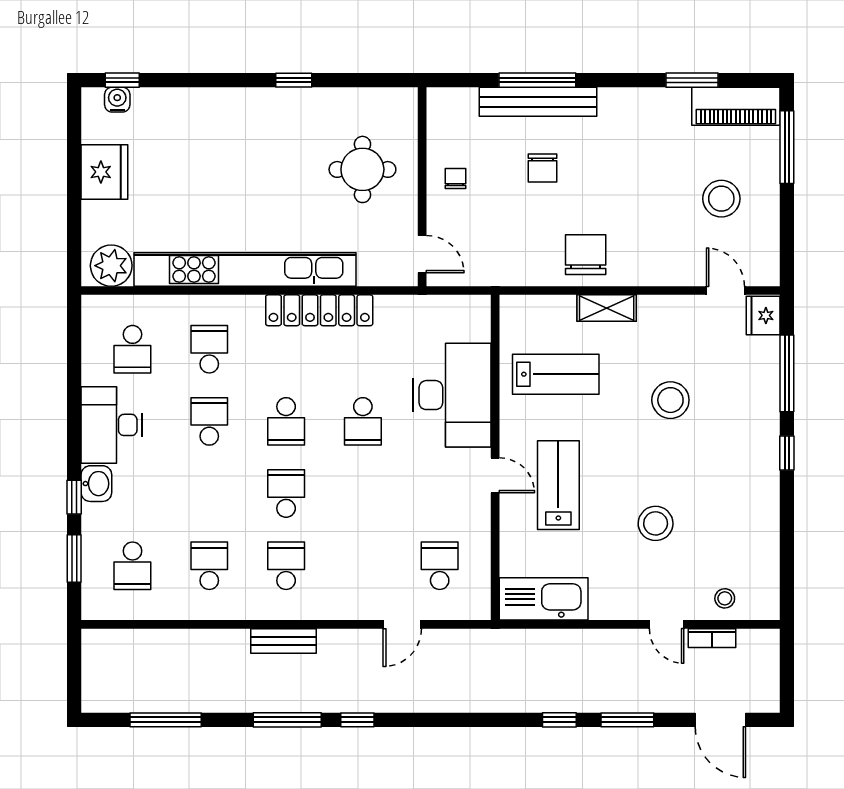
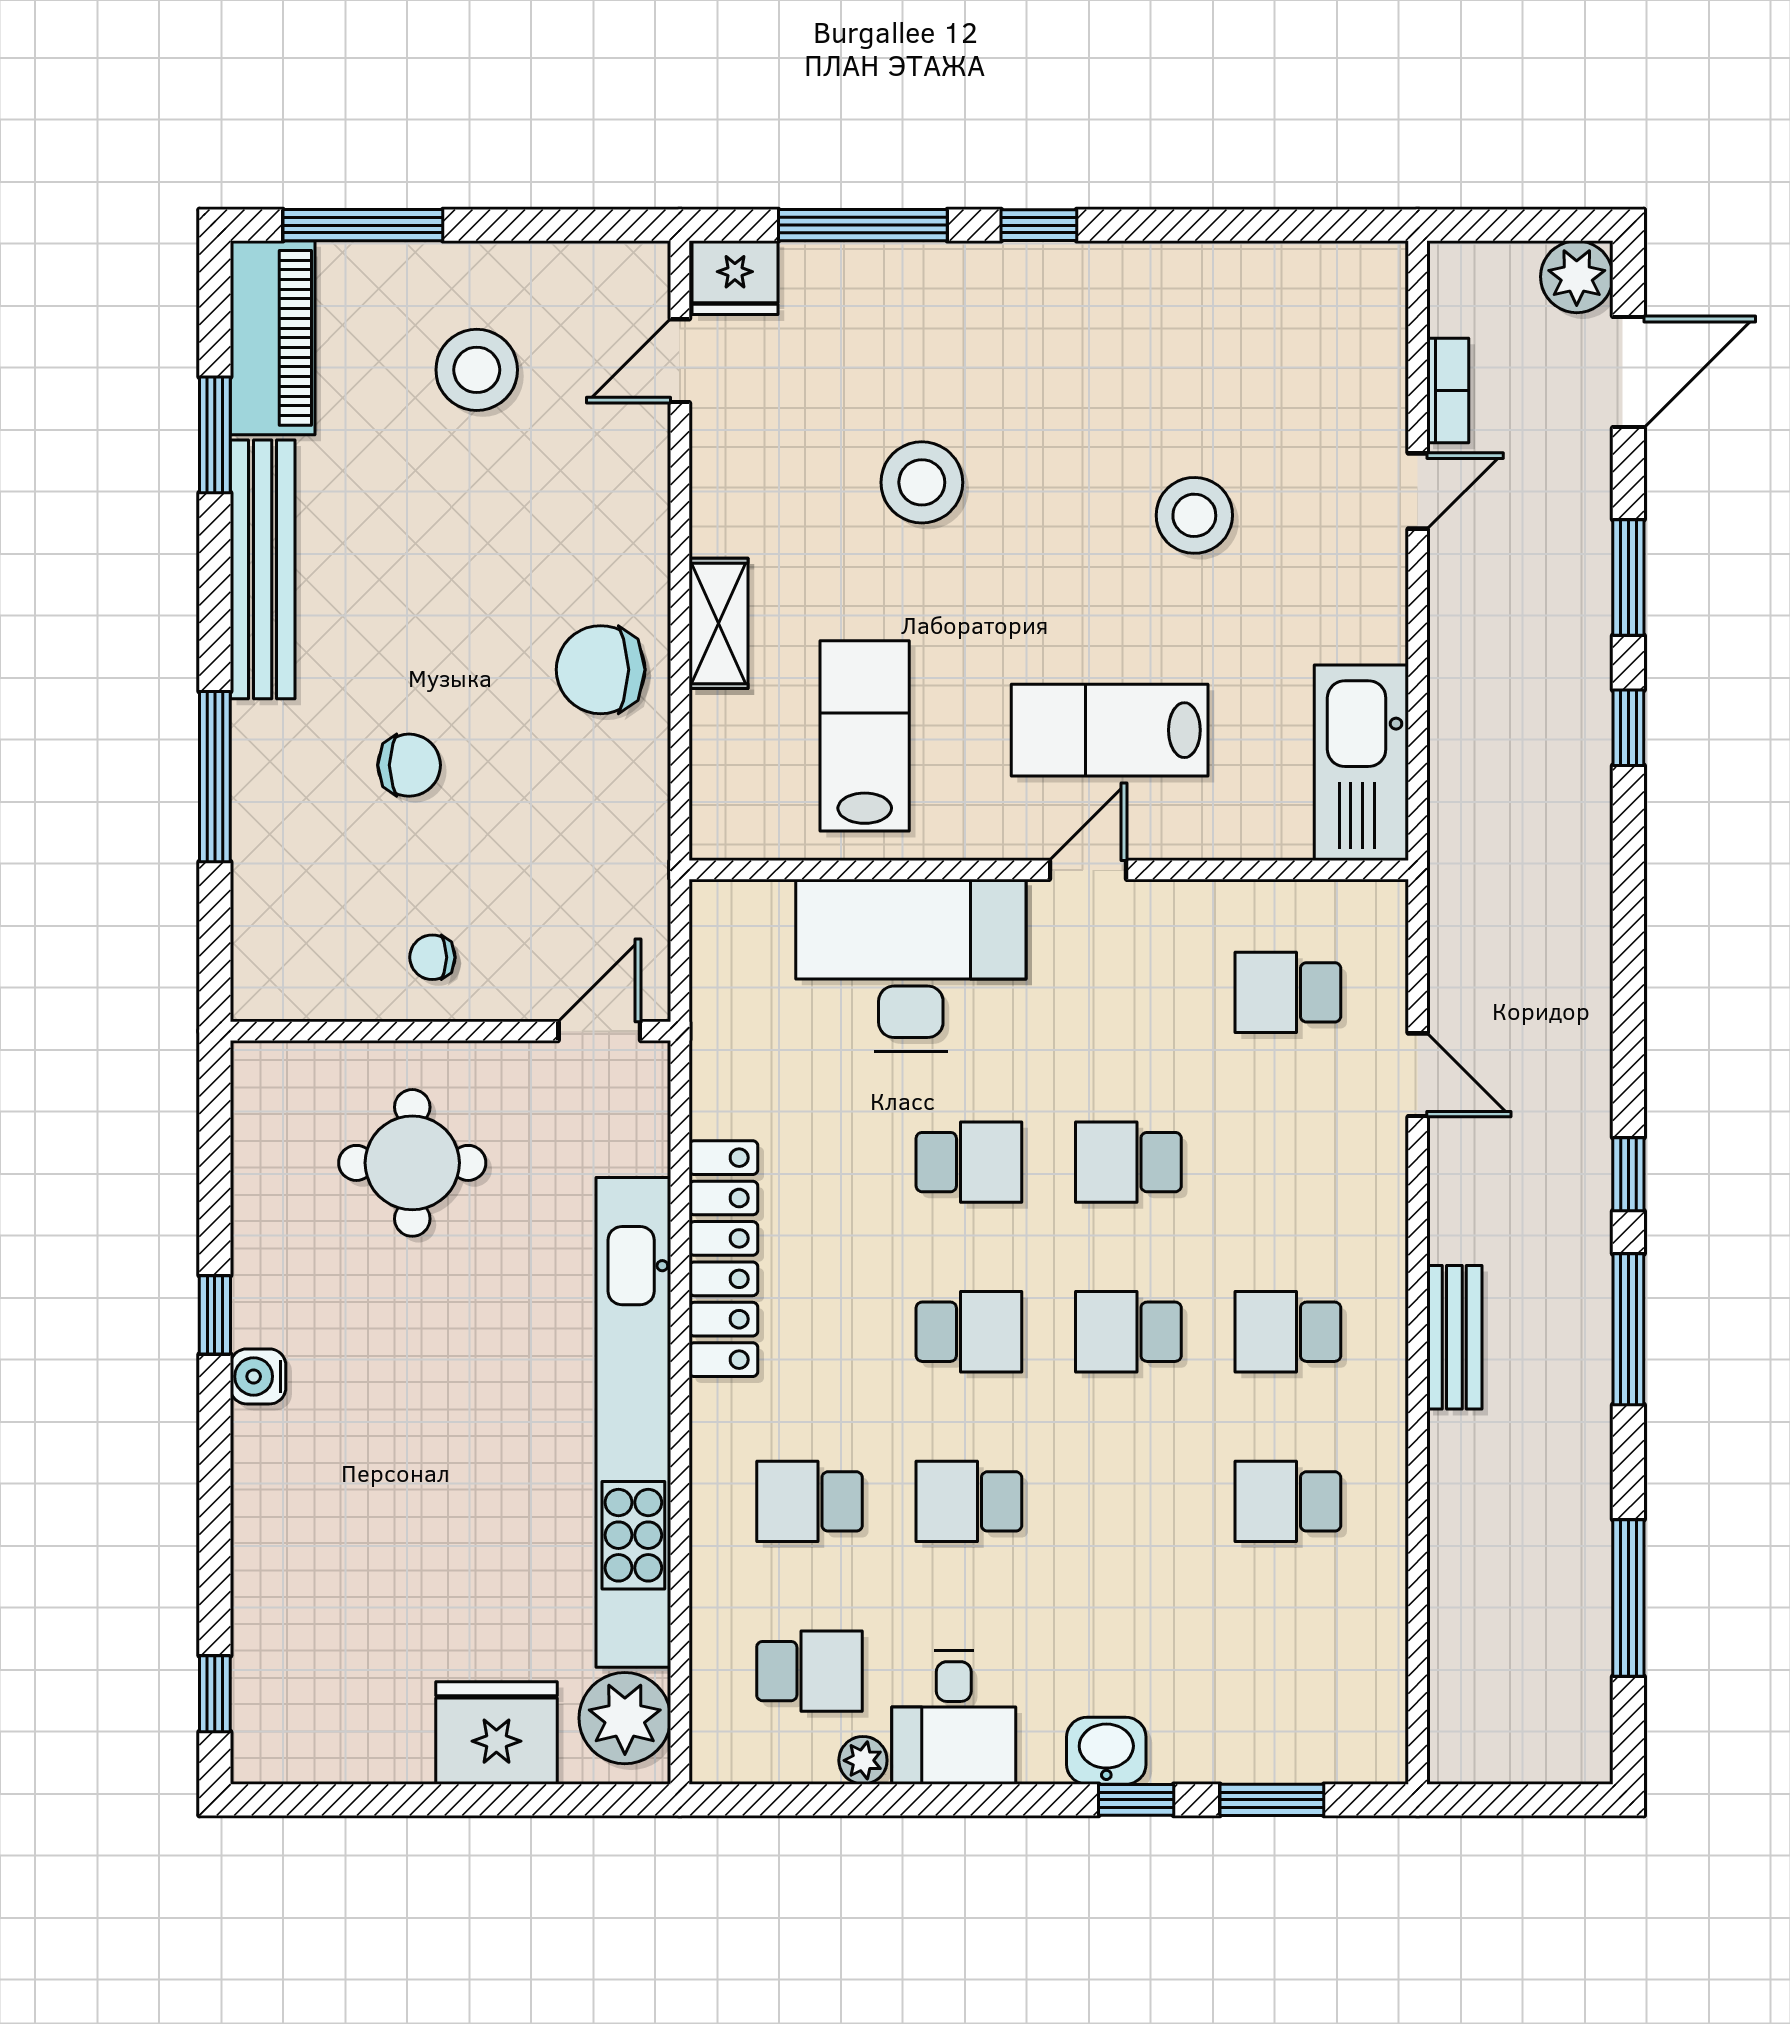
water cooler: (117, 100) -> (258, 1376), moved
bench: (538, 102) -> (263, 569), moved
fridge: (104, 172) -> (496, 1733), moved
plant: (92, 373) -> (863, 1760), added
desk: (111, 425) -> (954, 1718), width x0.73
school desk: (132, 566) -> (1128, 1162), moved, turned 180
stool: (725, 598) -> (1360, 362), removed
plant: (764, 696) -> (1577, 277), added

